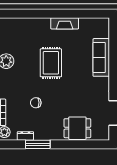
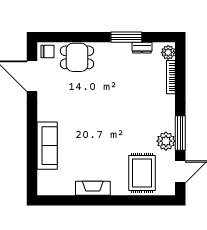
rug: (51, 63) -> (142, 173), moved
chair: (36, 103) -> (48, 52), moved

